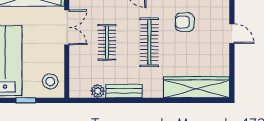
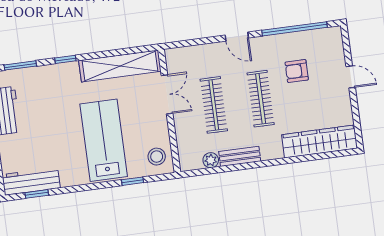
clothes rail: (107, 42) -> (214, 105), width x1.36

